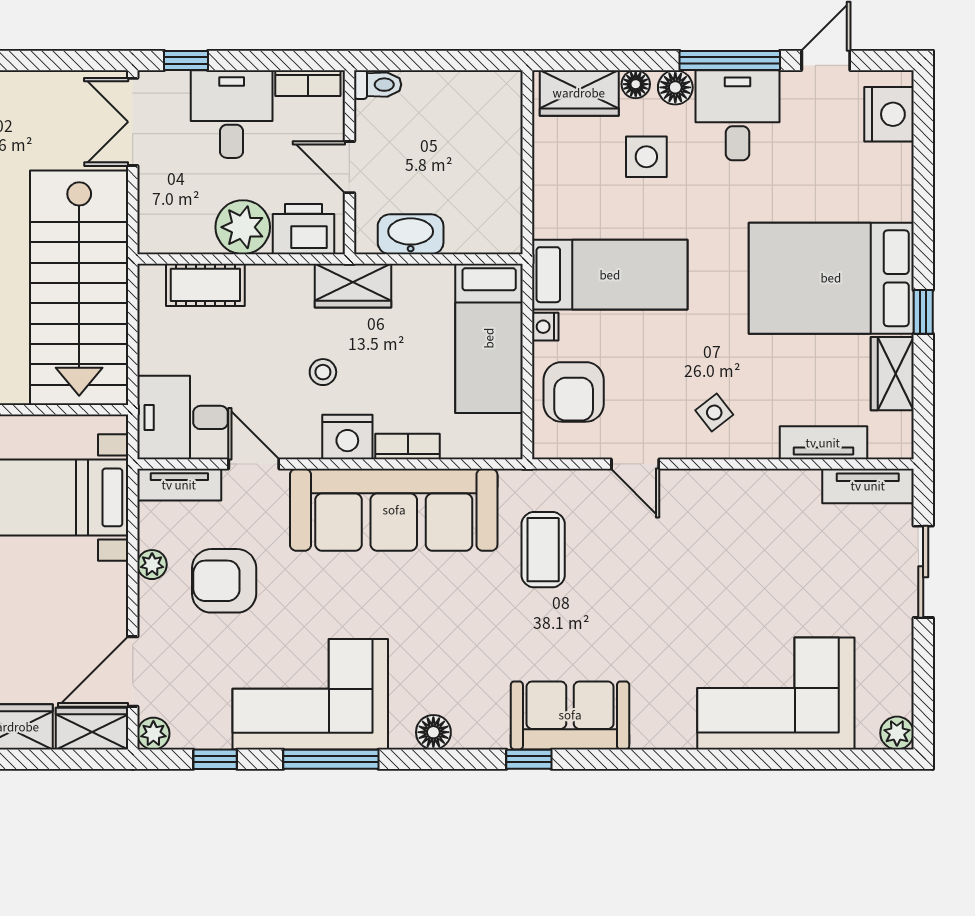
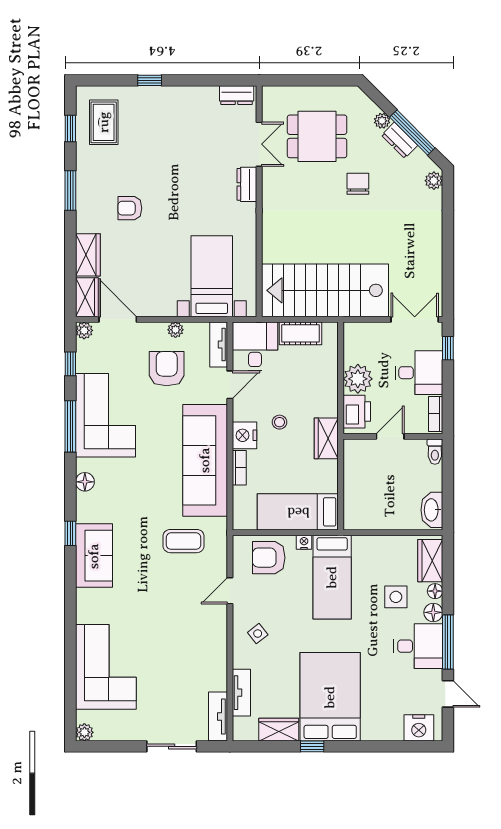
washbasin: (411, 234) -> (432, 510), moved, turned 180
cot: (205, 285) -> (300, 333), moved, turned 90

